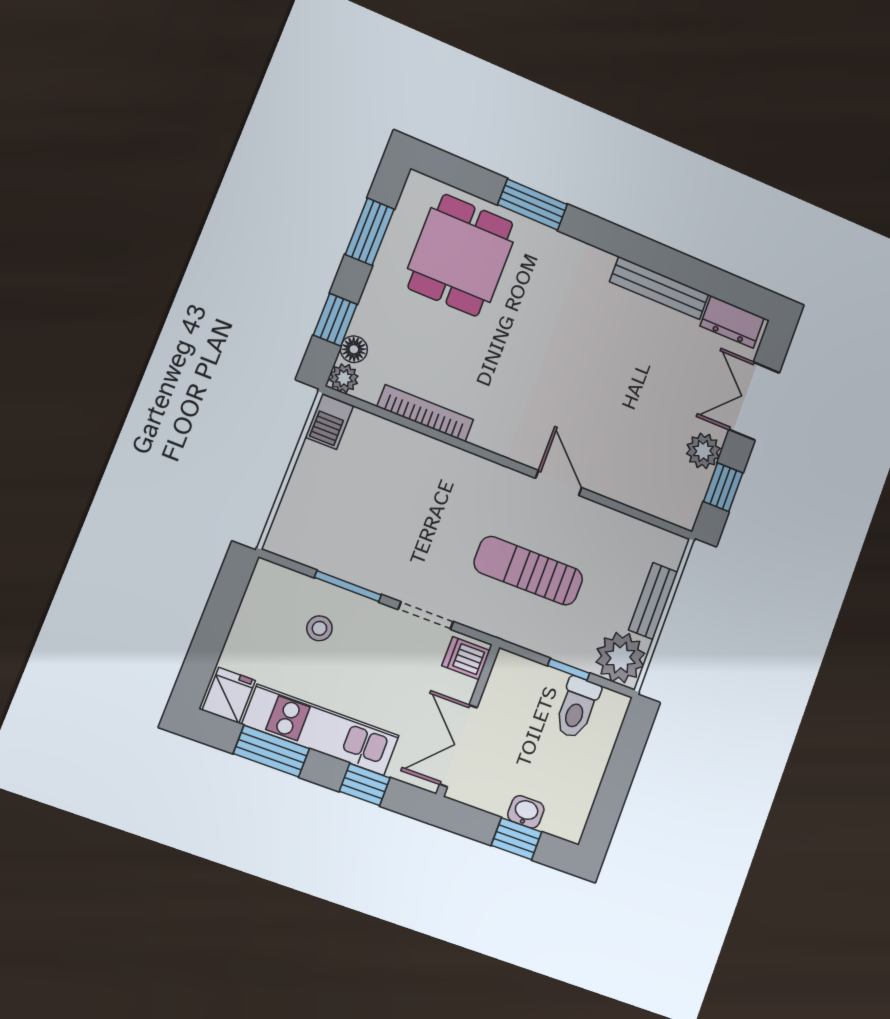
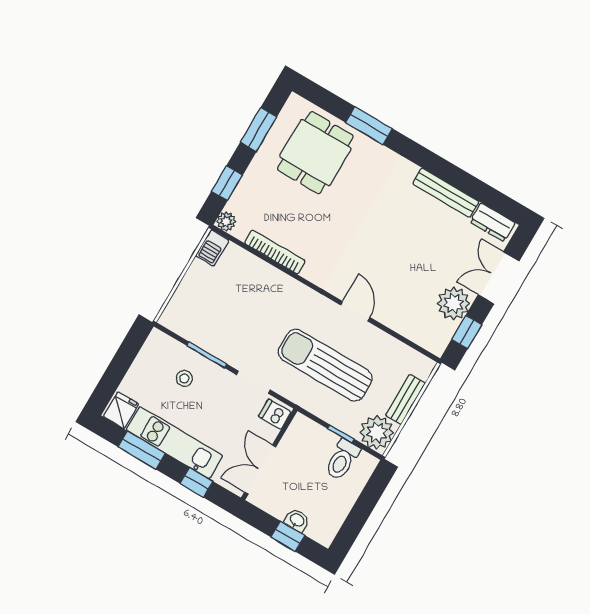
floor lamp: (354, 349) -> (236, 204), removed
plant: (703, 451) -> (453, 303), width x1.36, depth x1.36
sun lounger: (528, 571) -> (325, 365), width x1.36, depth x1.34

